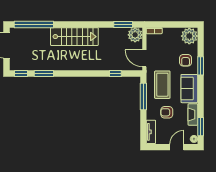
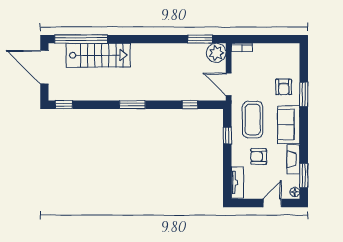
plant: (189, 36) -> (289, 55), removed
stairs: (74, 37) -> (98, 55), moved
window: (44, 74) -> (132, 105), moved
window: (143, 97) -> (227, 135), width x0.46

